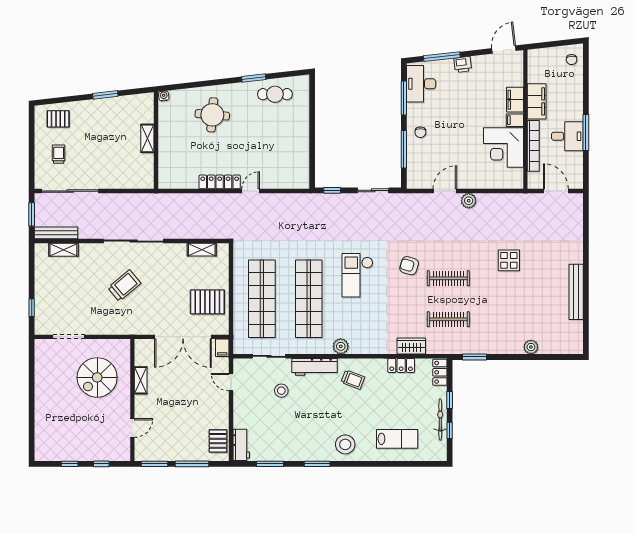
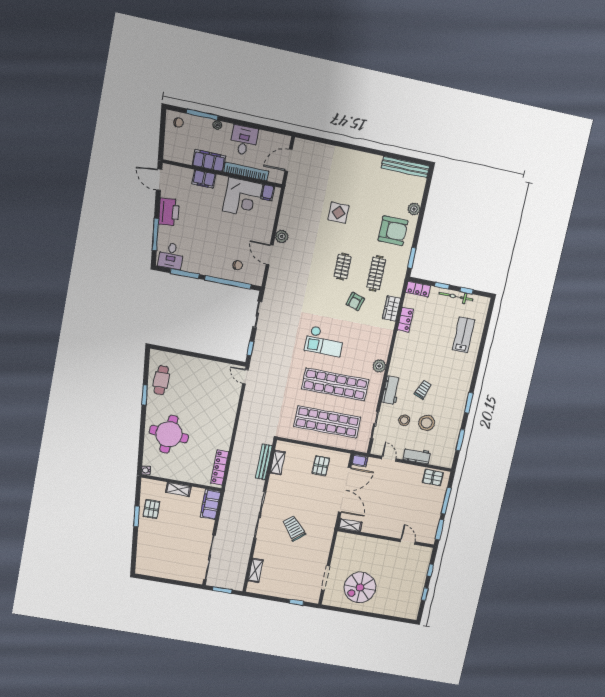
printer: (463, 64) -> (169, 212), width x1.87, depth x1.48
desk: (421, 84) -> (171, 256), width x0.73
plant: (578, 103) -> (217, 125), added
round table: (212, 115) -> (169, 434), width x1.36, depth x1.36
pallet: (58, 119) -> (151, 509), moved
filing cabinet: (515, 120) -> (268, 193), moved
chair: (420, 132) -> (238, 265), moved
window: (586, 132) -> (202, 115), moved
window: (404, 149) -> (228, 282), width x1.46
trolley: (59, 154) -> (178, 561), removed
filing cabinet: (136, 180) -> (210, 504), added
locker: (220, 182) -> (220, 467), moved
door: (251, 191) -> (245, 377), moved
bench: (56, 233) -> (264, 462), moved
armchair: (409, 266) -> (355, 302), moved
clothes rail: (448, 278) -> (343, 267), width x0.73
bench: (576, 292) -> (405, 167), moved
pallet: (207, 302) -> (321, 466), width x0.67, depth x0.71
armchair: (501, 328) -> (393, 231), added
workbench: (315, 367) -> (391, 390), width x0.73
spiral stairs: (97, 377) -> (360, 587), moved, turned 90
shelving: (141, 380) -> (350, 525), moved
trolley: (353, 380) -> (423, 390), moved
door: (231, 382) -> (389, 459), swing flipped
stool: (345, 444) -> (427, 423), moved
workbench: (241, 445) -> (417, 456), moved

